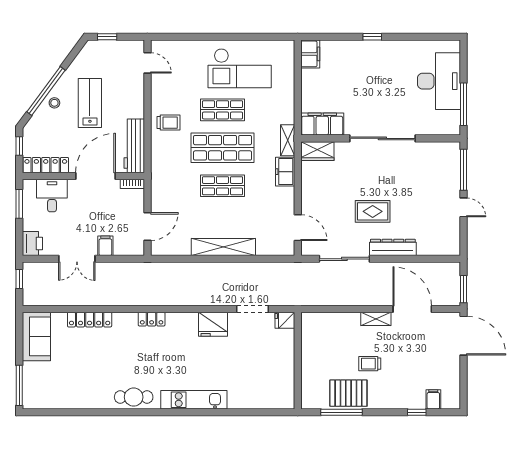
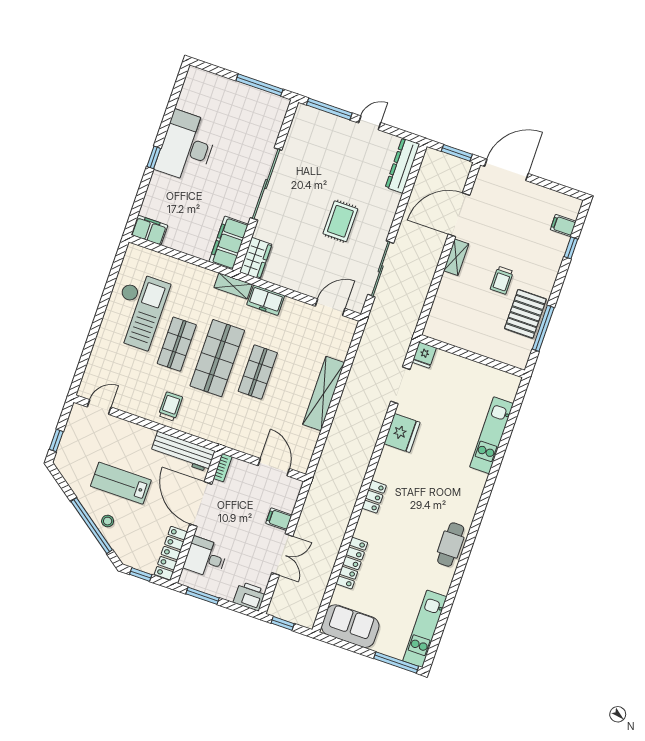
desk: (439, 81) -> (187, 147), moved, turned -90
dresser: (393, 247) -> (403, 166), moved
kitchen unit: (56, 400) -> (425, 629), added
kitchen unit: (194, 400) -> (492, 435), moved

